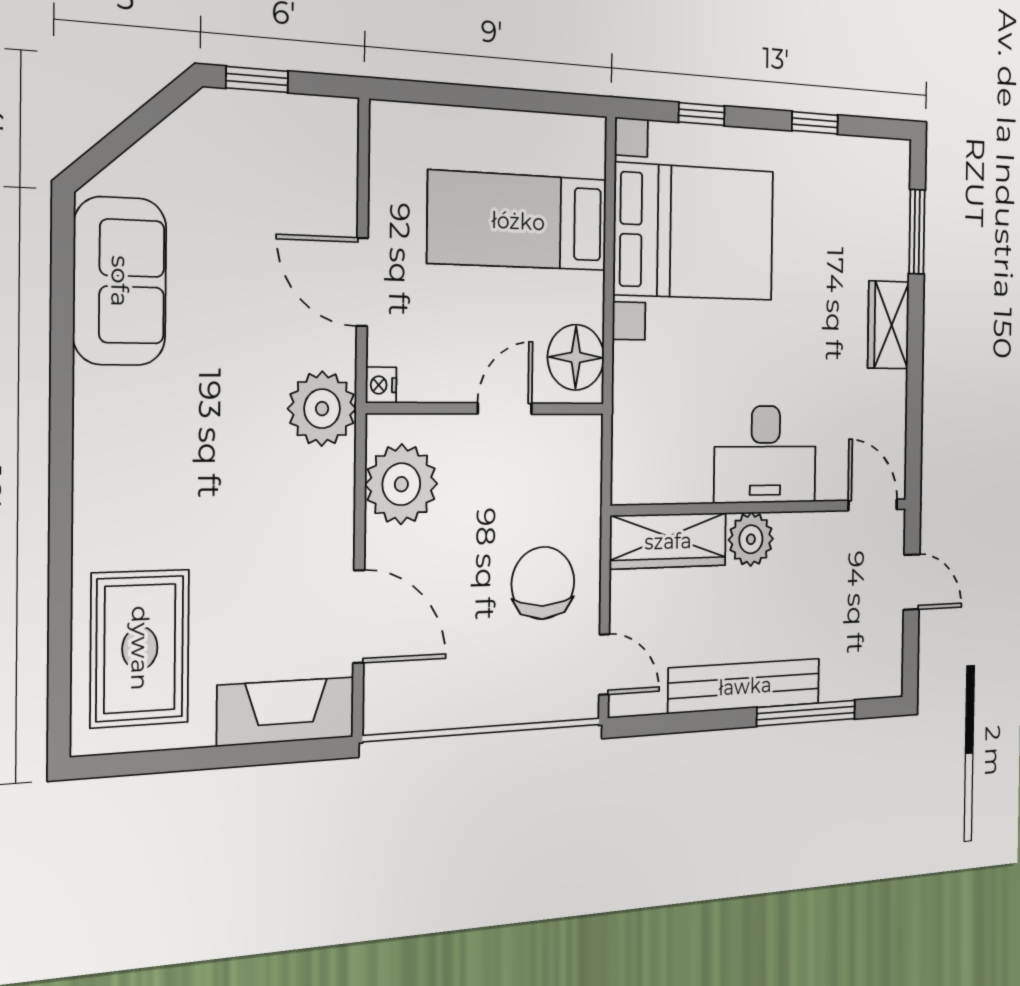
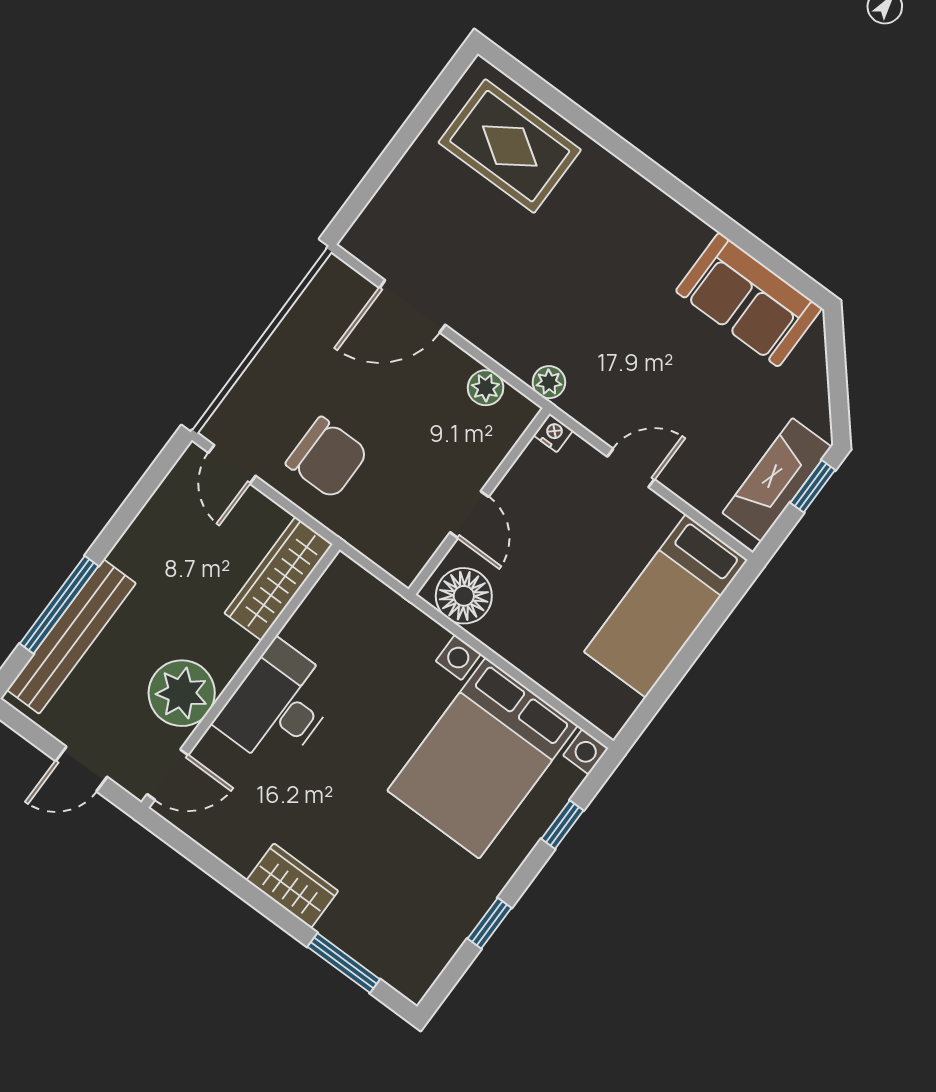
bed: (518, 221) -> (666, 606), moved, turned 180
door: (362, 282) -> (631, 468), width x0.73
plant: (322, 409) -> (549, 382), width x0.53, depth x0.53
plant: (401, 484) -> (486, 388), width x0.53, depth x0.53
plant: (751, 539) -> (182, 693), moved, width x1.36, depth x1.36
door: (604, 664) -> (232, 464), hinge flipped
bench: (745, 686) -> (71, 637), moved
fireplace: (286, 711) -> (777, 480), moved, turned 180

